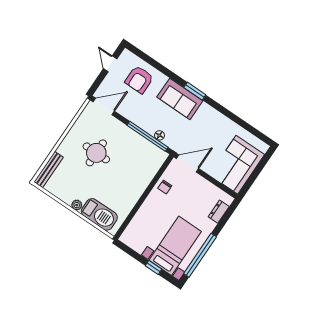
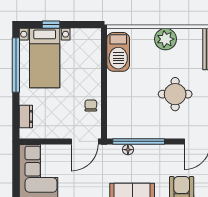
plant: (77, 205) -> (166, 39), width x1.87, depth x1.87
barbecue: (99, 214) -> (118, 52), moved, turned -90

